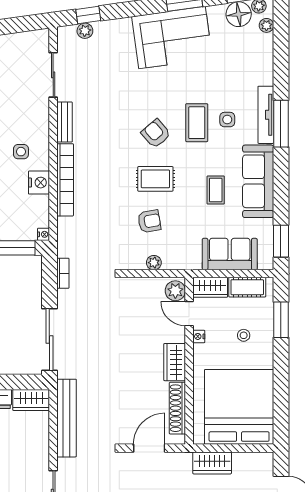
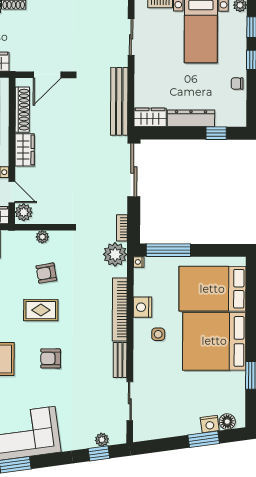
armchair: (156, 134) -> (51, 358), moved, turned 131
plant: (71, 243) -> (115, 254), added

